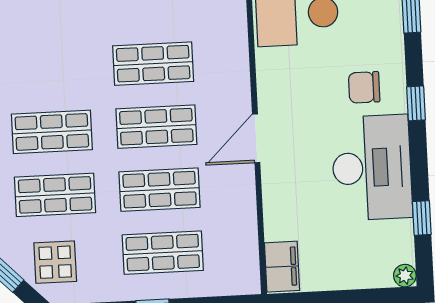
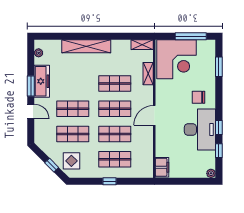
shelving: (236, 35) -> (148, 74), added
window: (416, 103) -> (219, 128), moved

